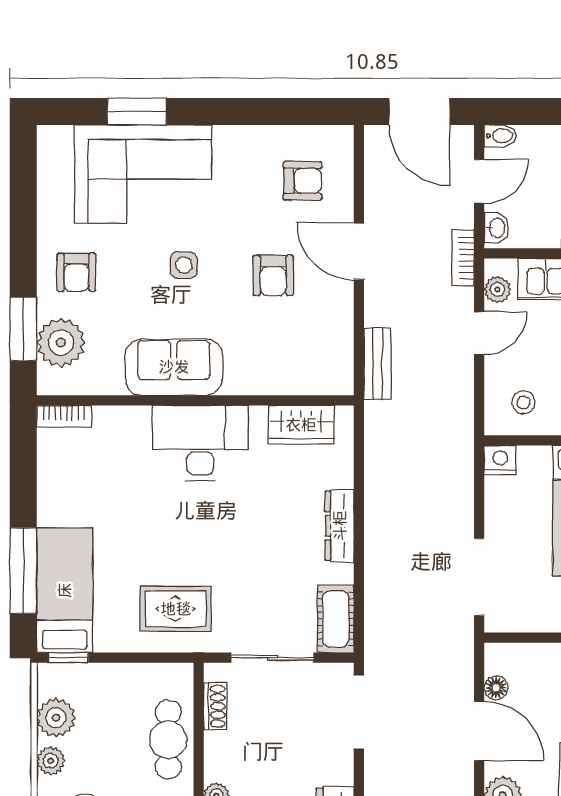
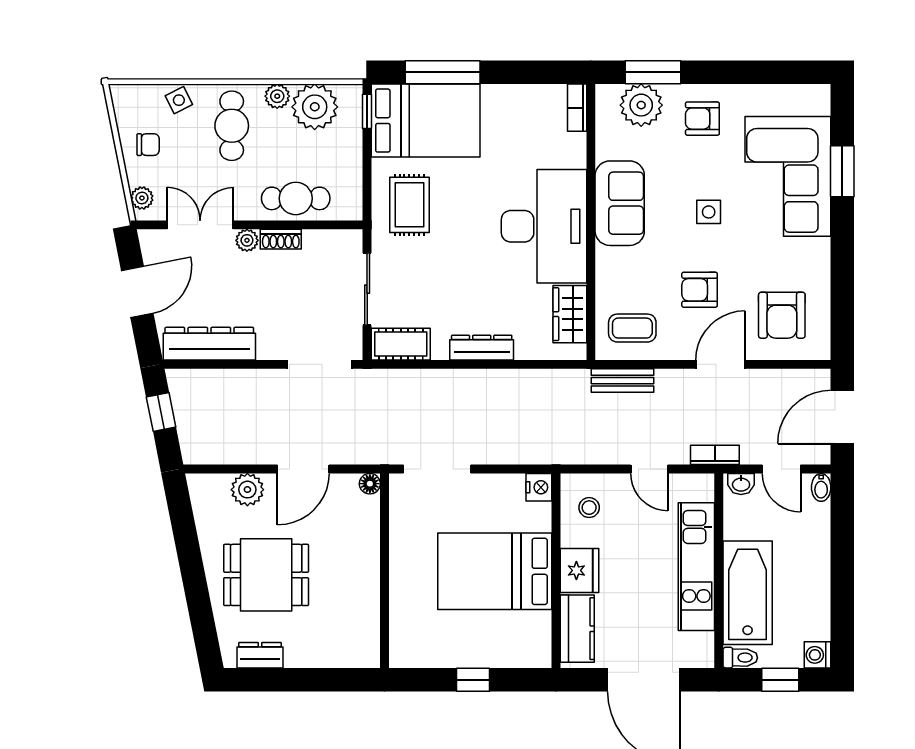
armchair: (302, 181) -> (782, 315), width x1.38, depth x1.38
plant: (497, 289) -> (687, 485), removed
coffee table: (317, 353) -> (632, 328), added
desk: (200, 443) -> (544, 226), width x1.36, depth x1.30
bed: (65, 590) -> (426, 121), width x1.50
floor lamp: (496, 688) -> (370, 484), moved
shoe rack: (215, 706) -> (281, 239), moved
plant: (56, 718) -> (315, 107), width x1.36, depth x1.36

